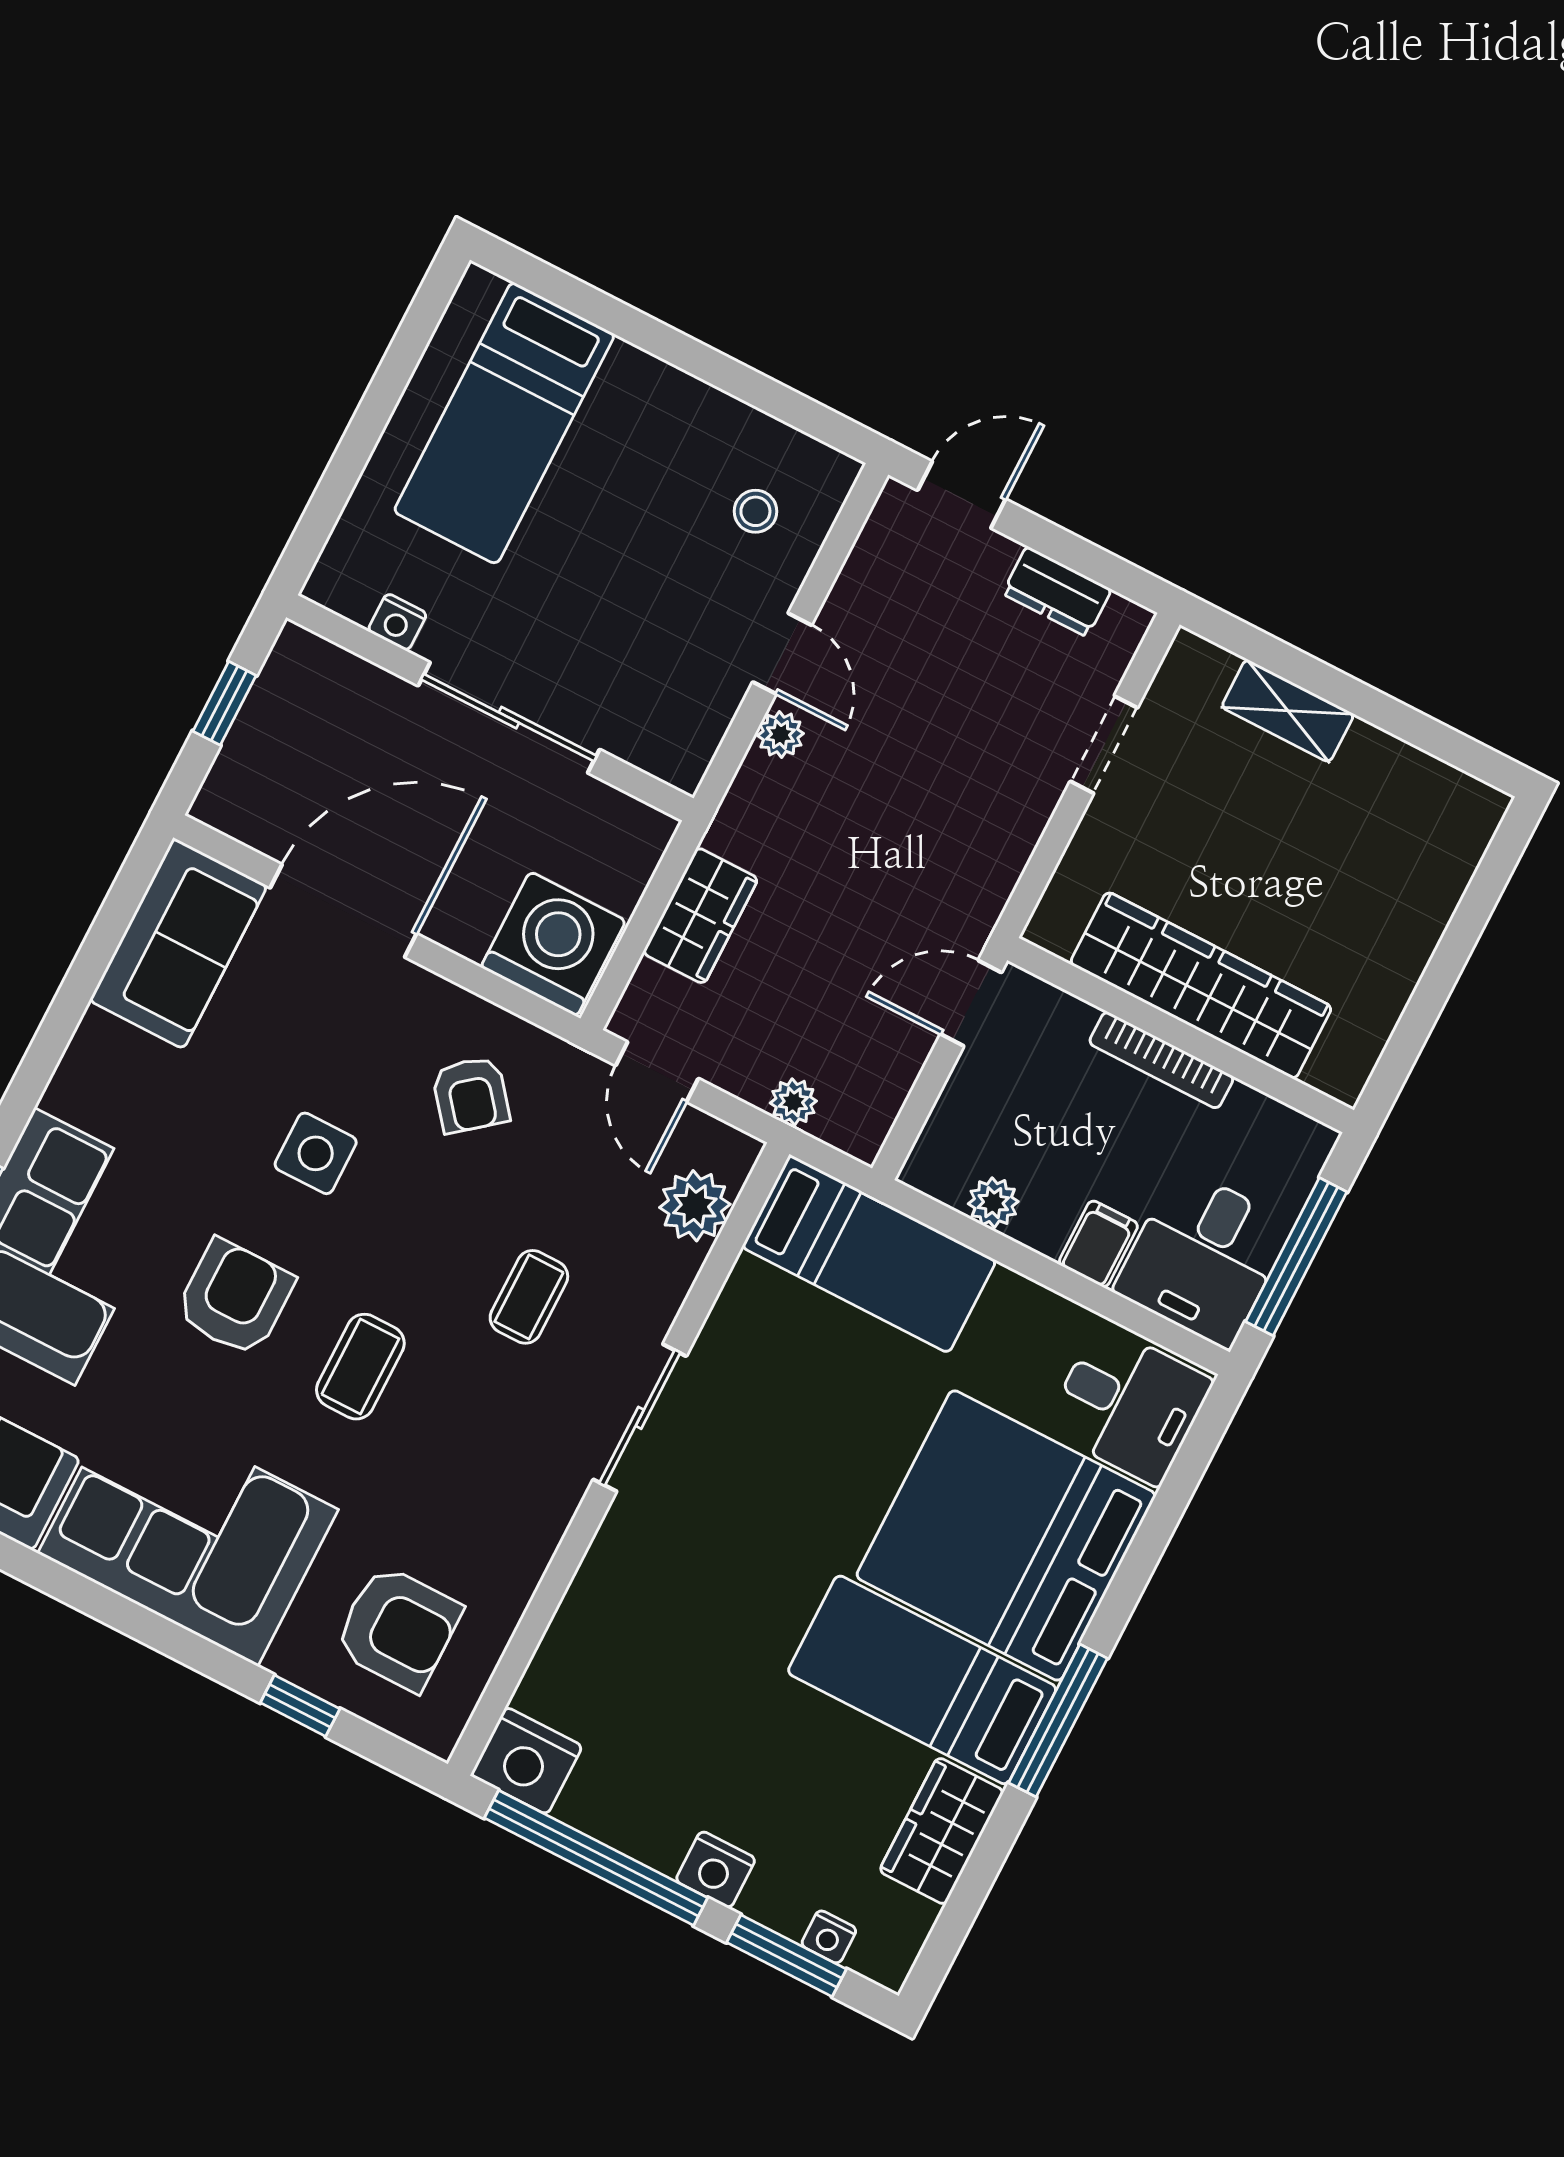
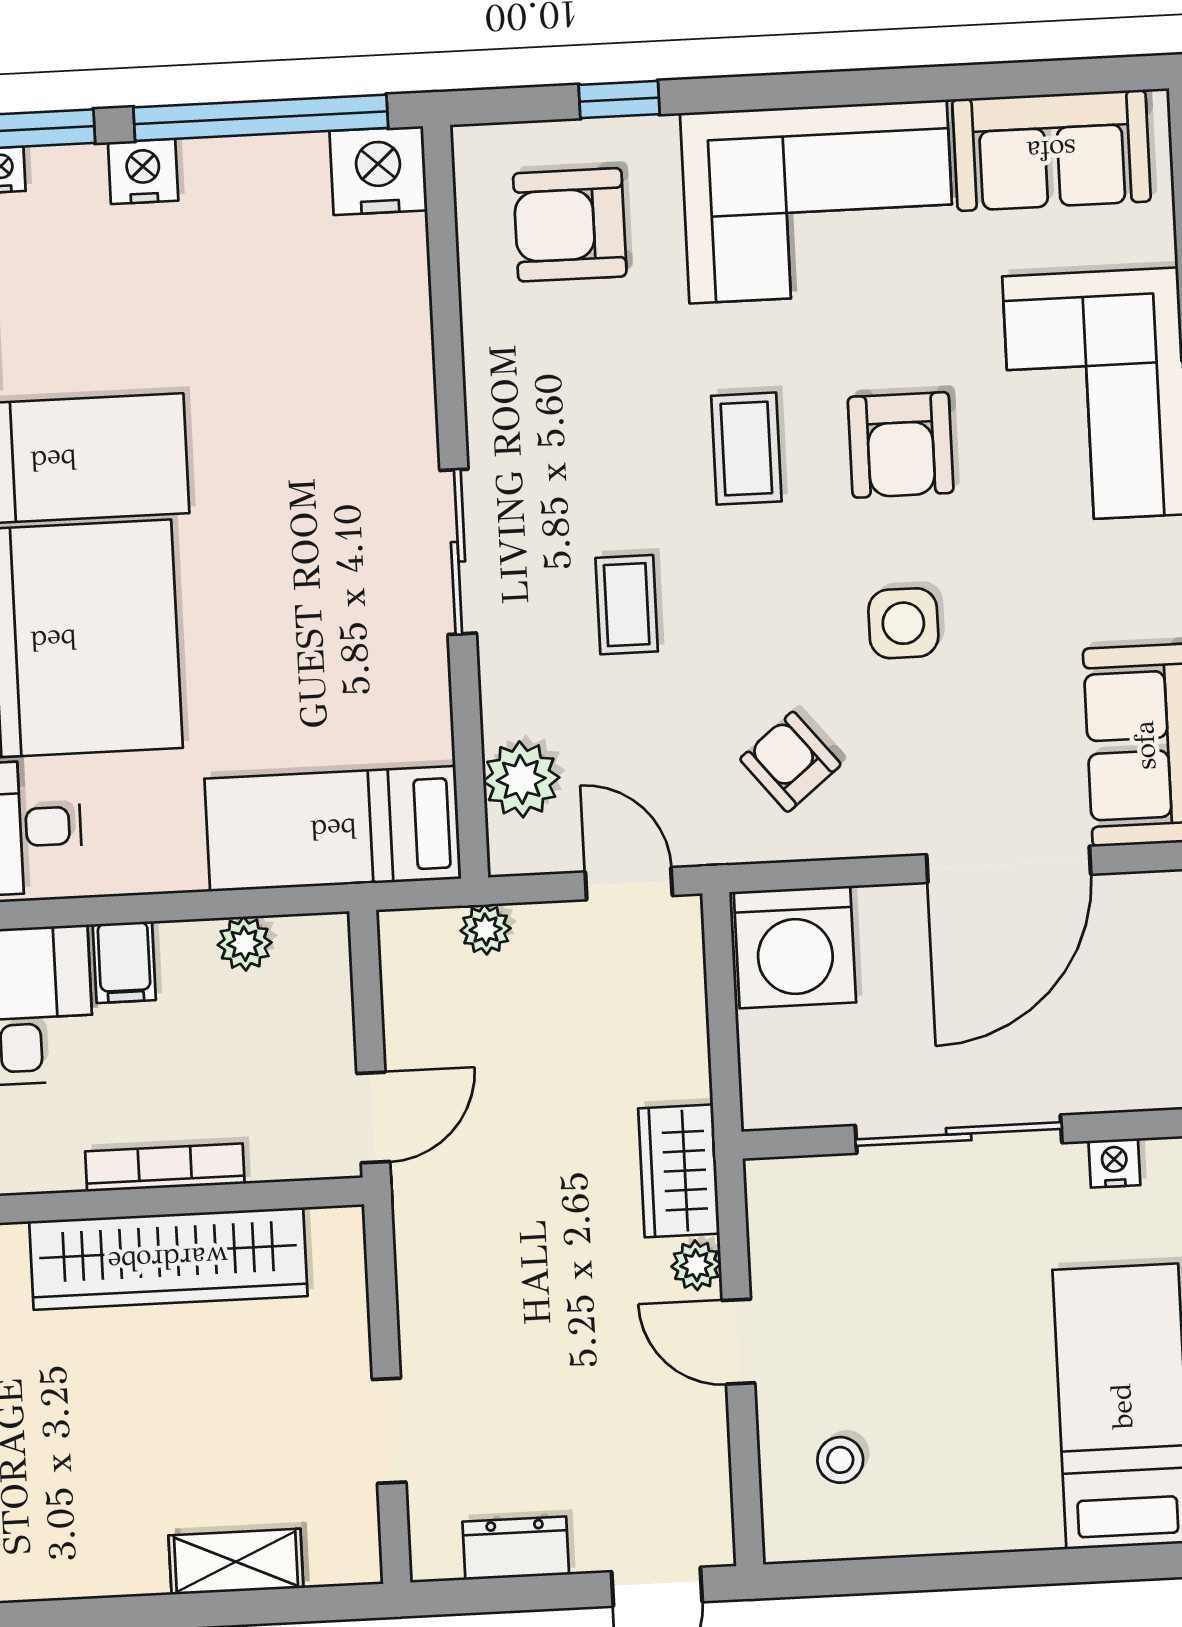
wardrobe: (700, 916) -> (679, 1171), moved

